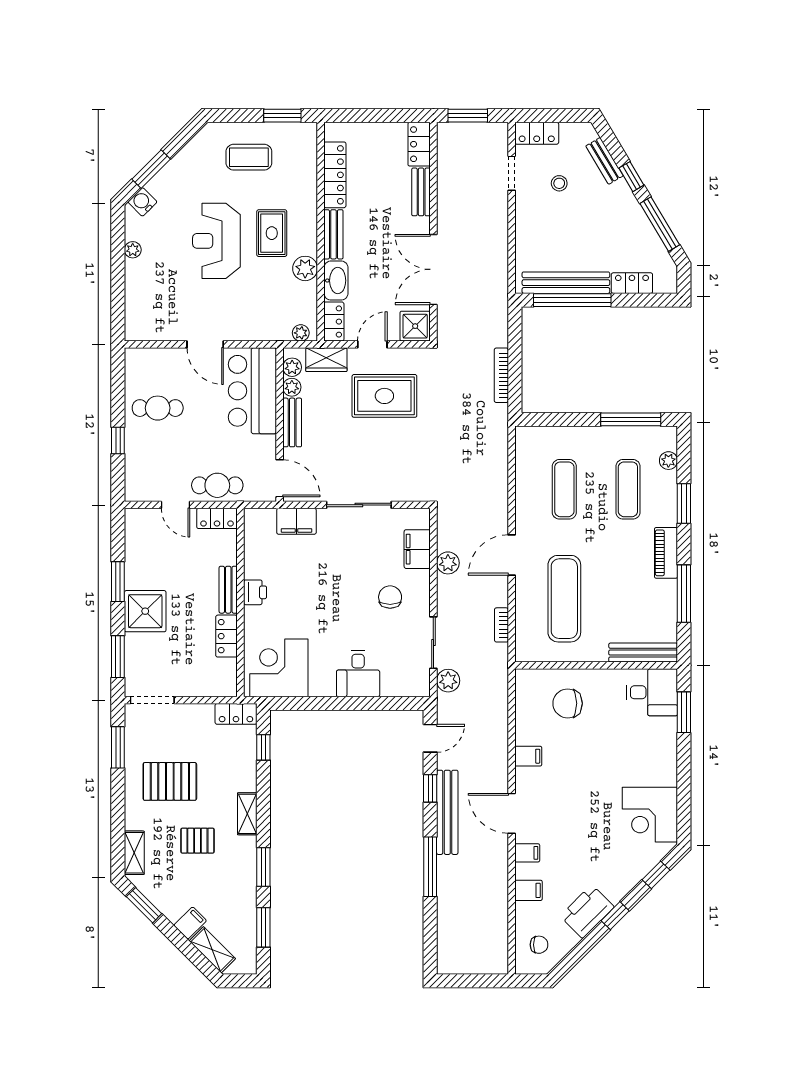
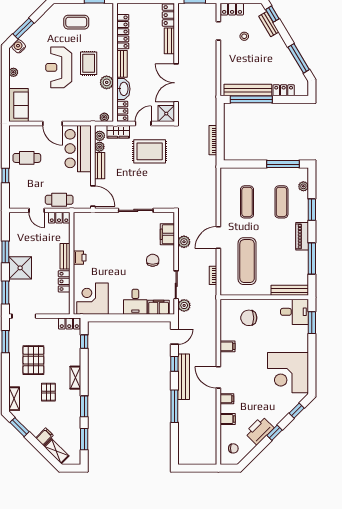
window: (631, 177) -> (272, 14), moved
sofa: (142, 310) -> (19, 105), added
filing cabinet: (296, 521) -> (159, 307), moved, turned 180
pallet: (170, 781) -> (33, 360), turned 90
corner desk: (650, 815) -> (288, 373), width x1.36, depth x1.36
pallet: (197, 841) -> (48, 392), turned 90

